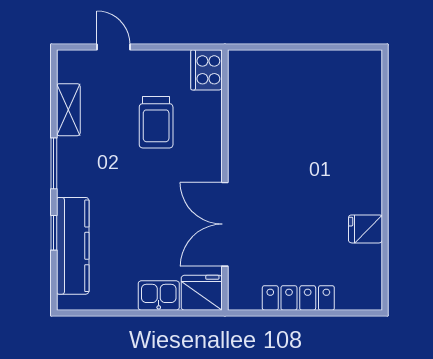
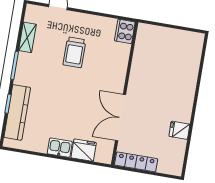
cooker: (207, 70) -> (125, 31), moved
wall: (225, 180) -> (125, 93), moved
double door: (225, 224) -> (121, 118), moved

